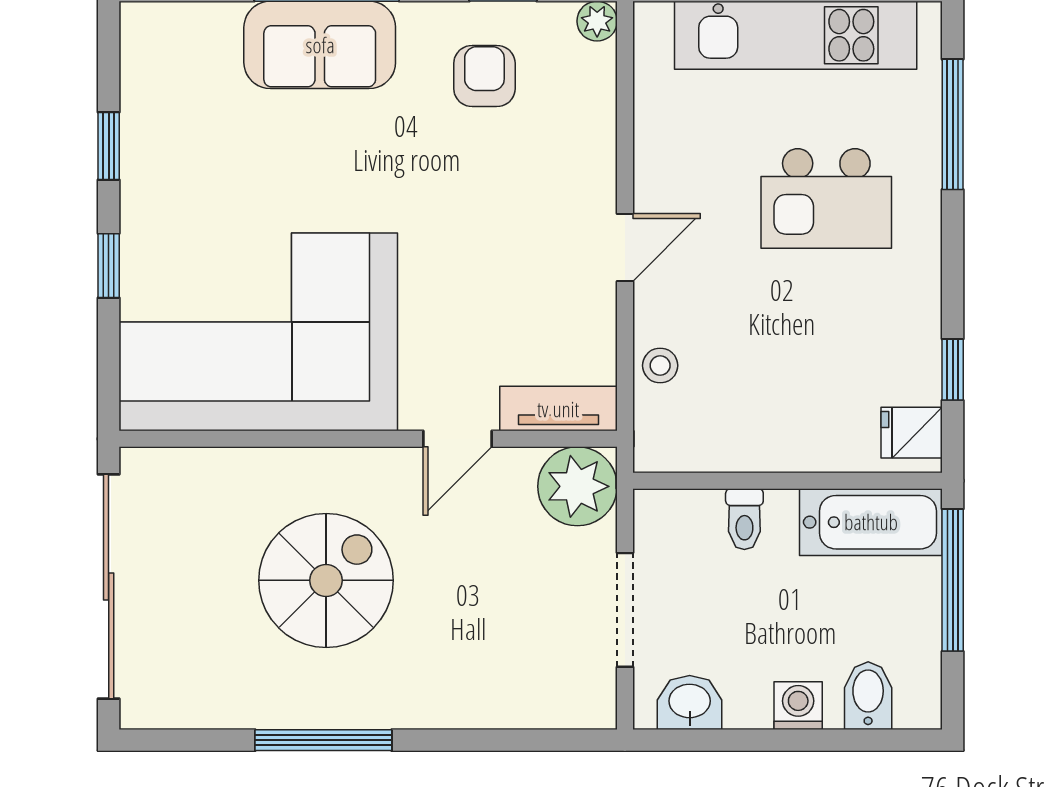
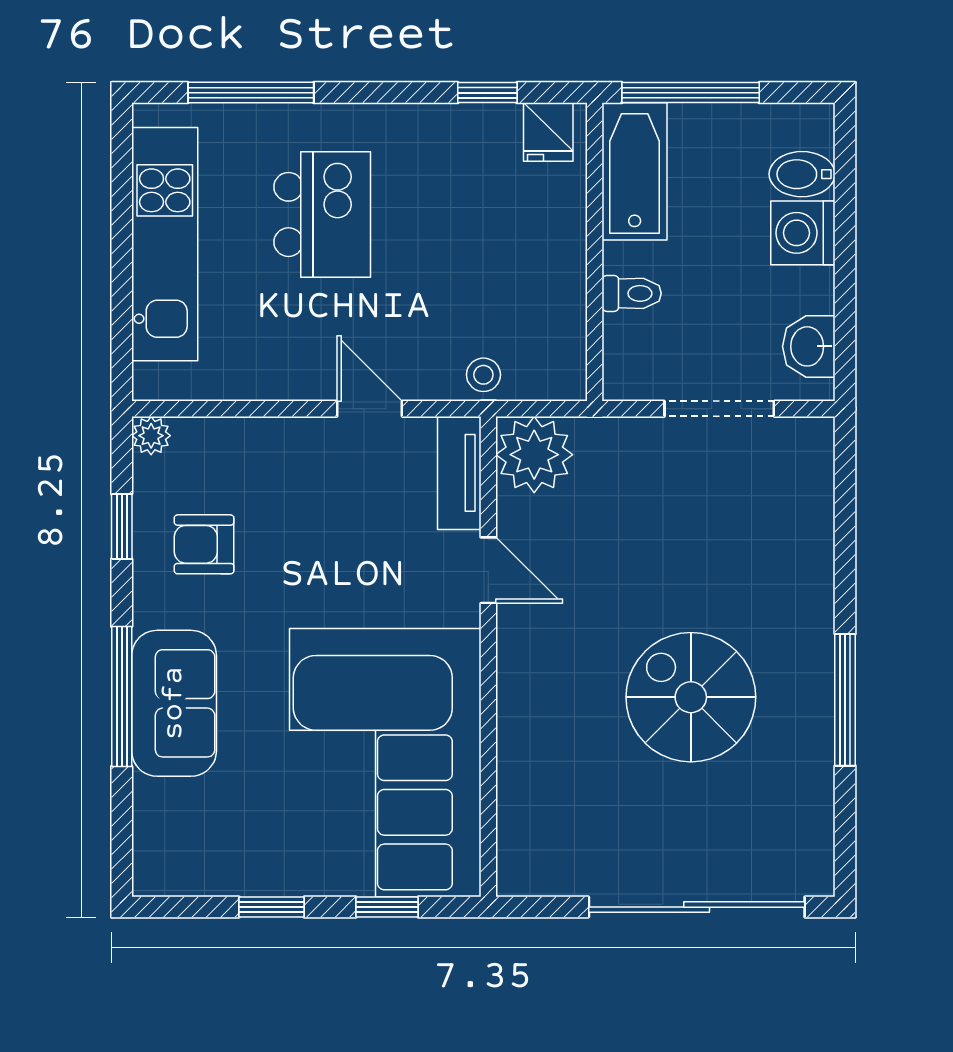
corner sofa: (258, 332) -> (385, 763), moved
tv unit: (558, 409) -> (459, 473), moved
wall: (368, 439) -> (488, 657), moved
door: (458, 439) -> (488, 570), moved
plant: (577, 486) -> (534, 455), moved
washing machine: (798, 706) -> (803, 233), width x1.38, depth x1.38

